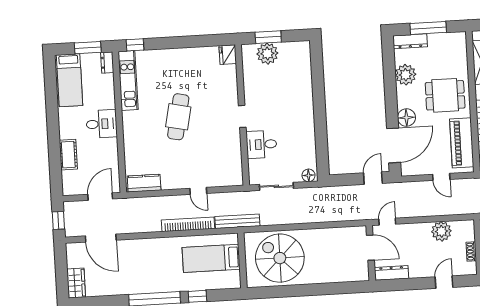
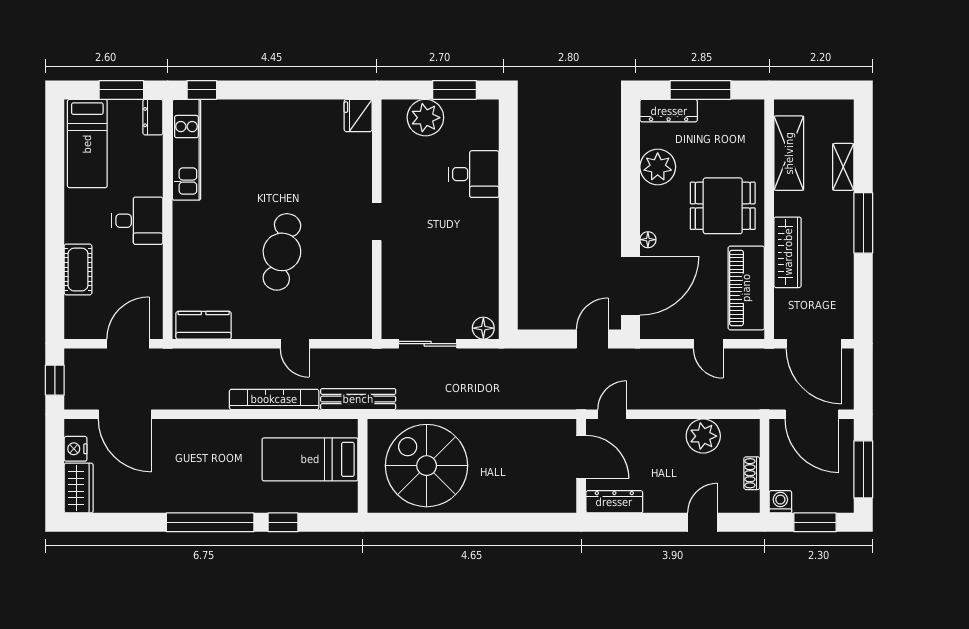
window: (268, 37) -> (454, 90), moved
cafe table: (178, 117) -> (282, 252), moved
floor lamp: (406, 118) -> (648, 240), width x0.53, depth x0.53
desk: (262, 144) -> (474, 174), moved, turned 180
nightstand: (73, 260) -> (76, 449), added

